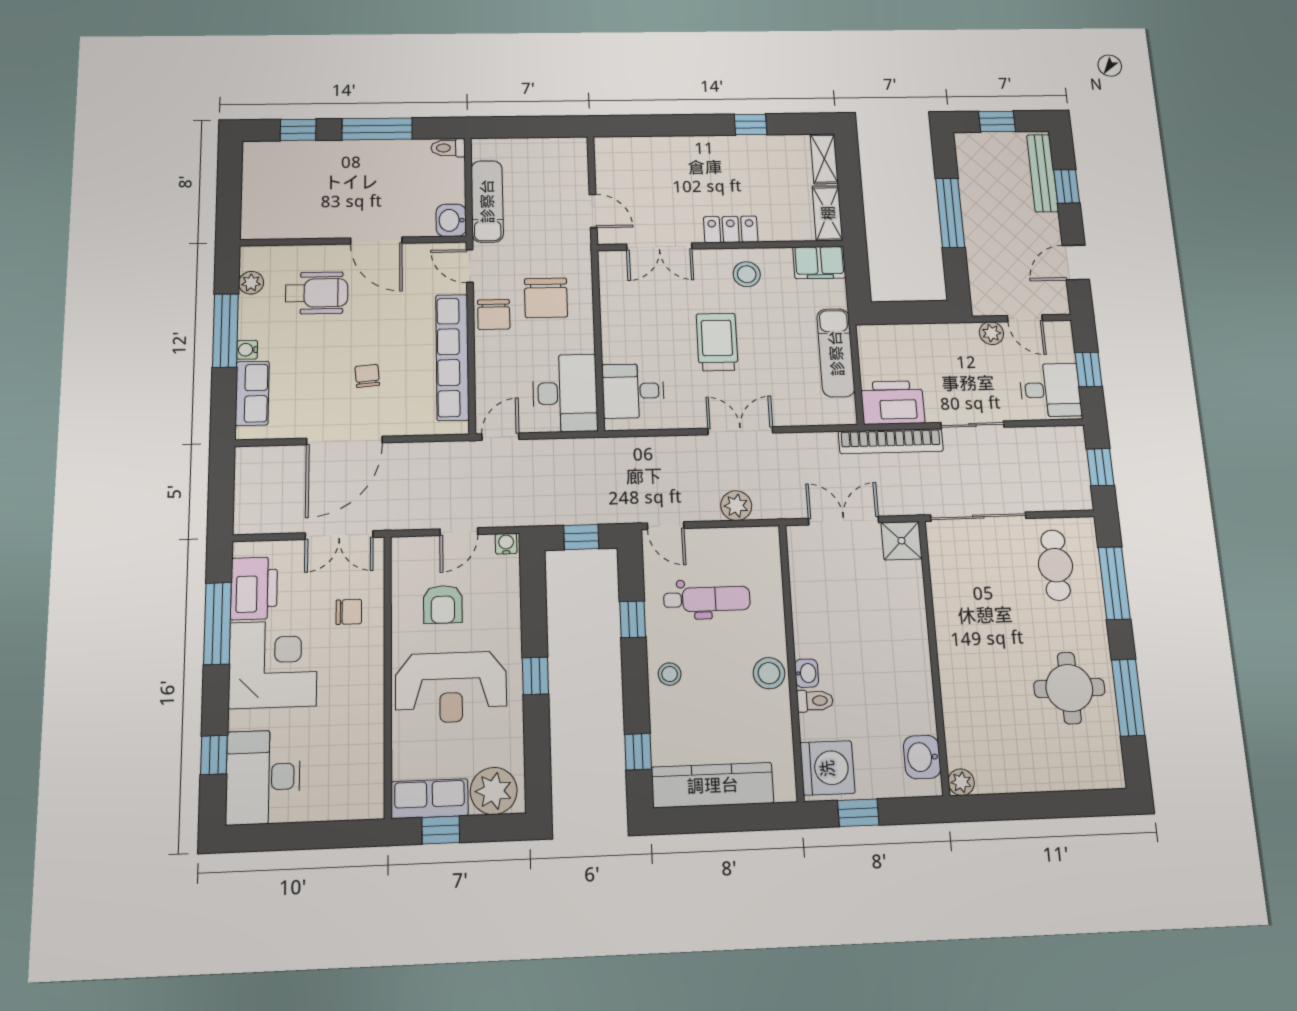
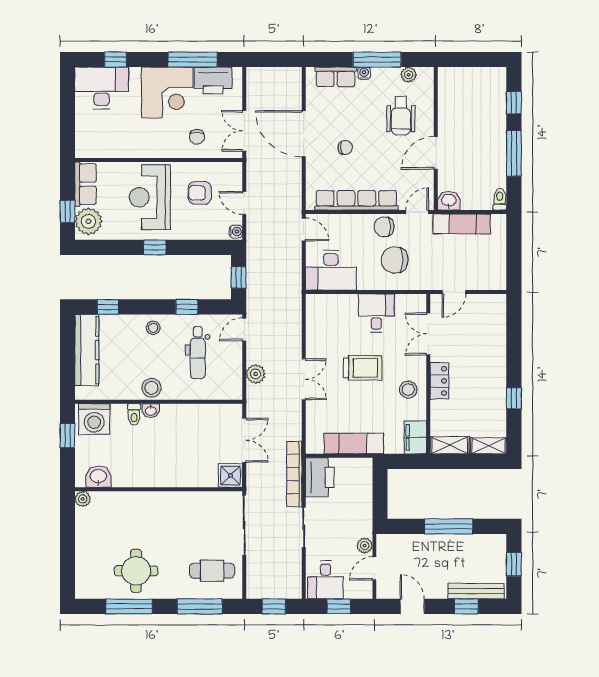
desk: (633, 391) -> (376, 313), moved
window: (441, 830) -> (67, 211), moved

